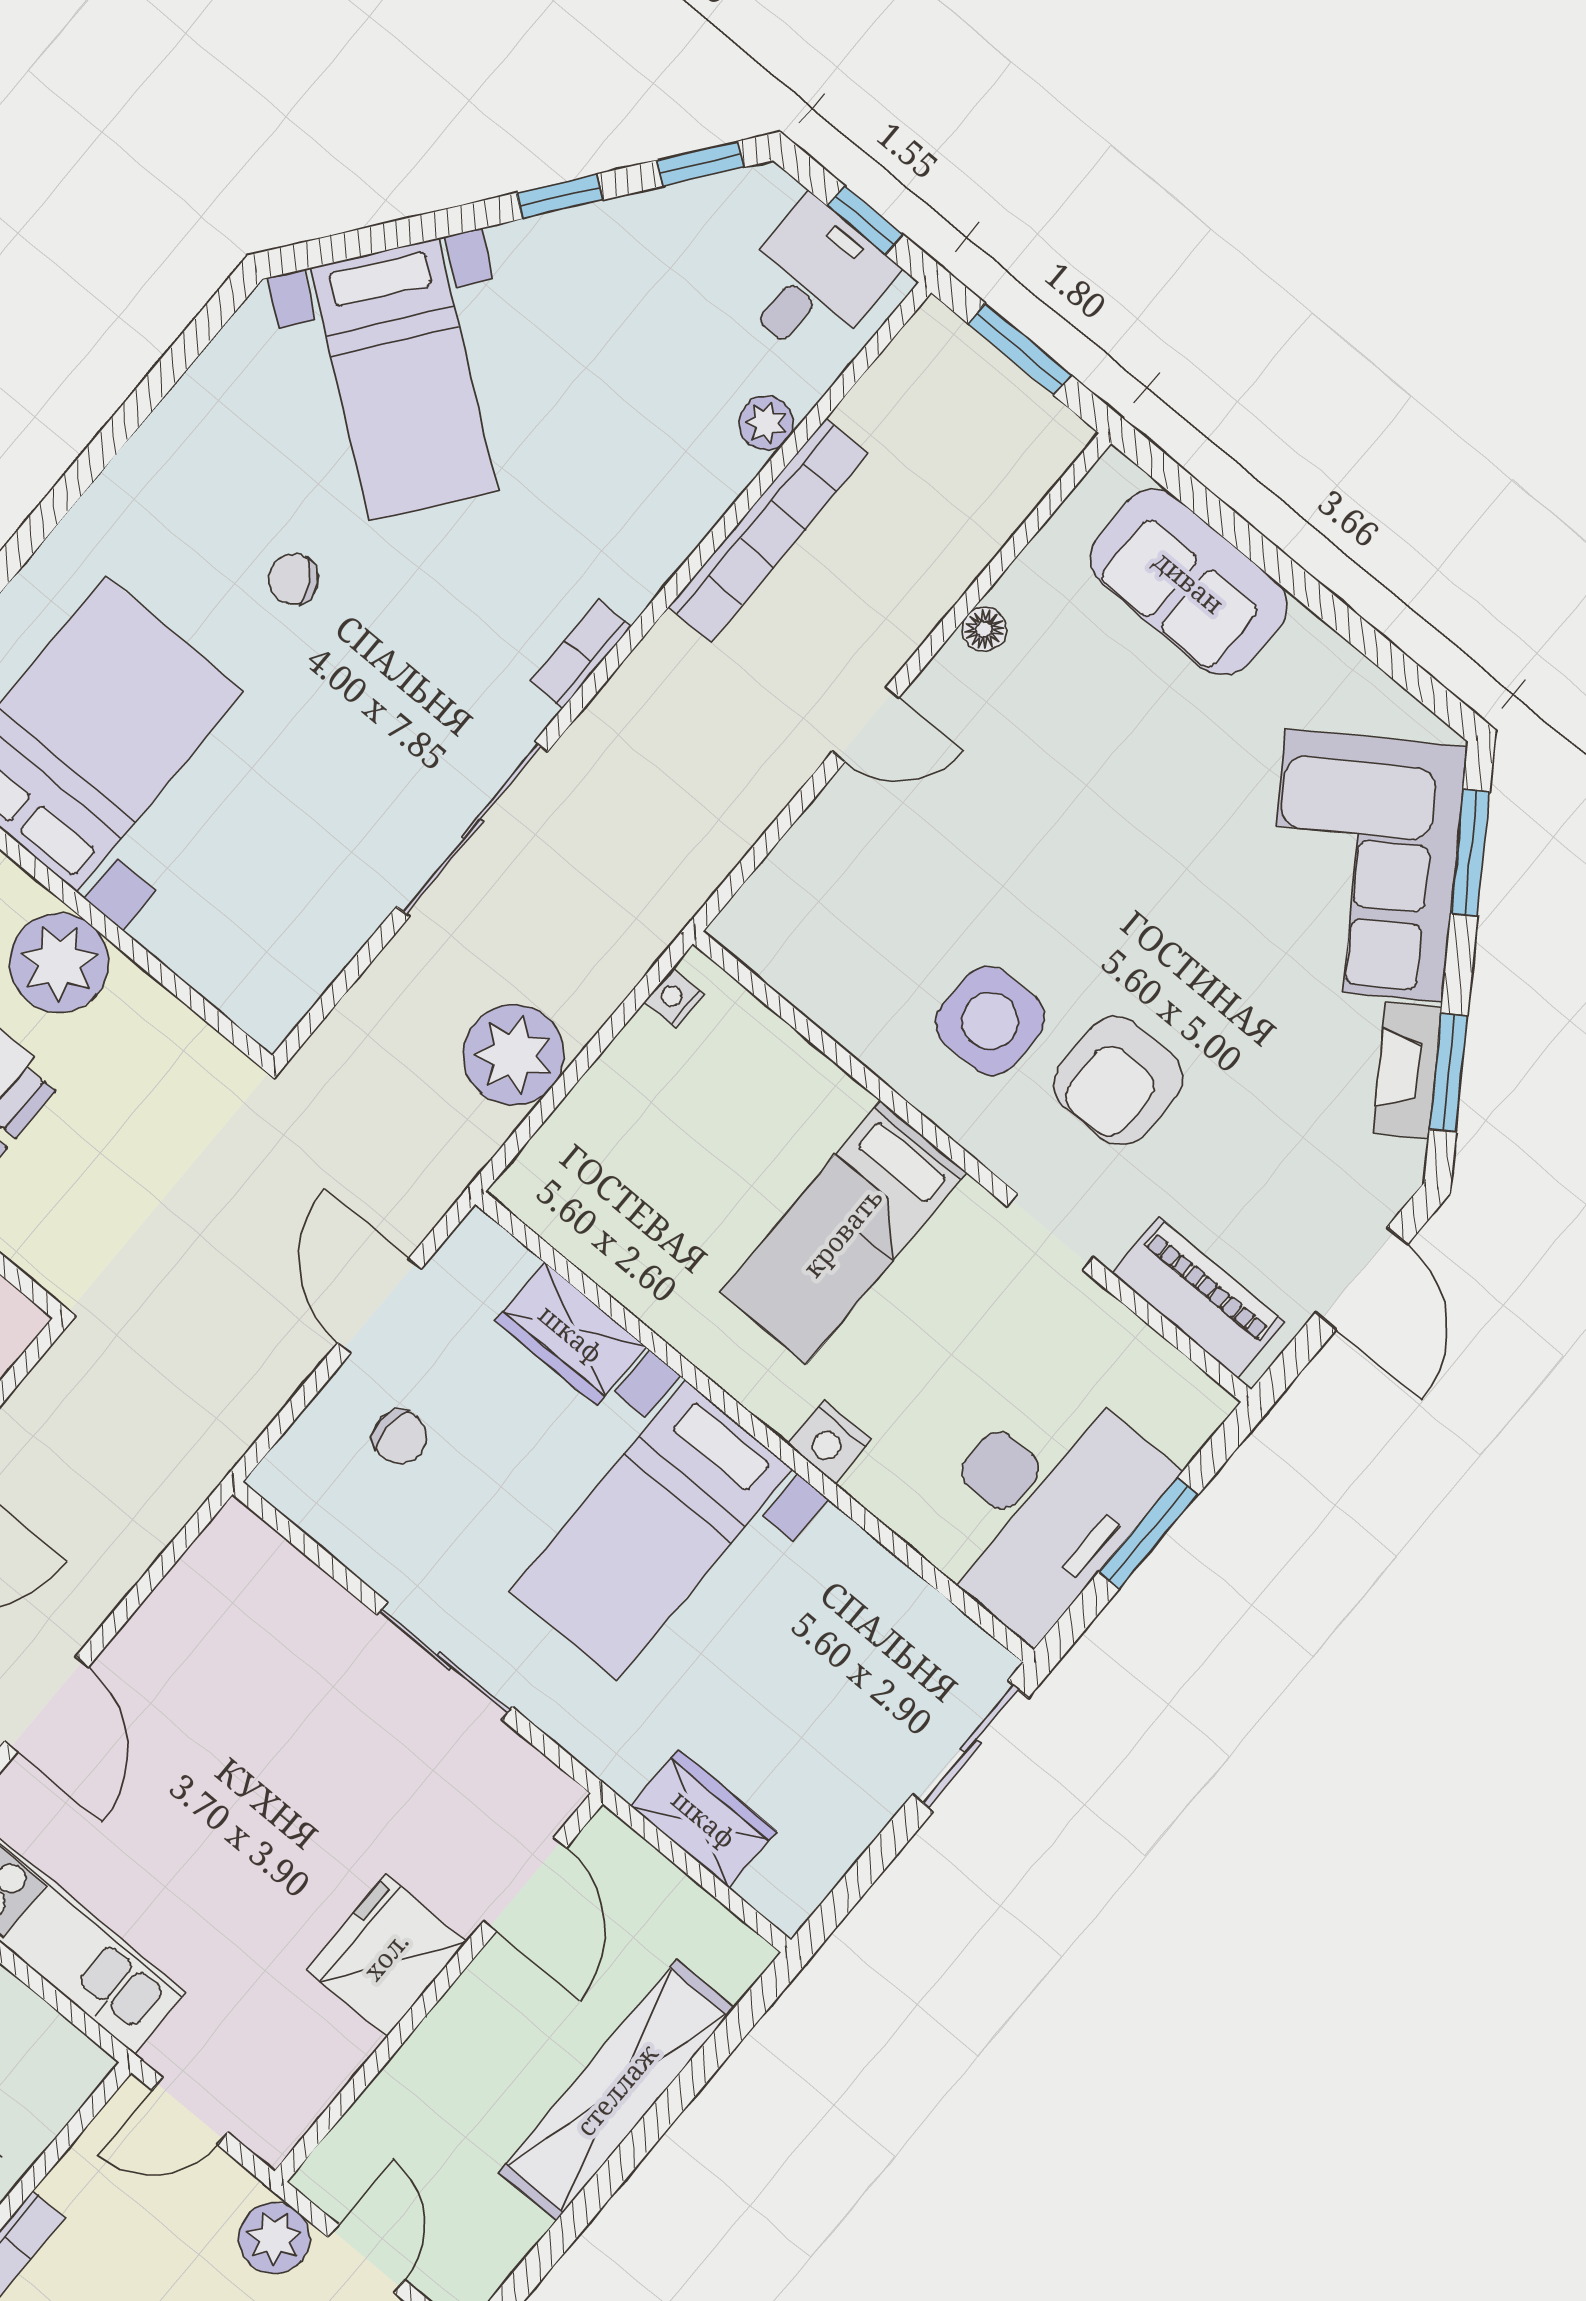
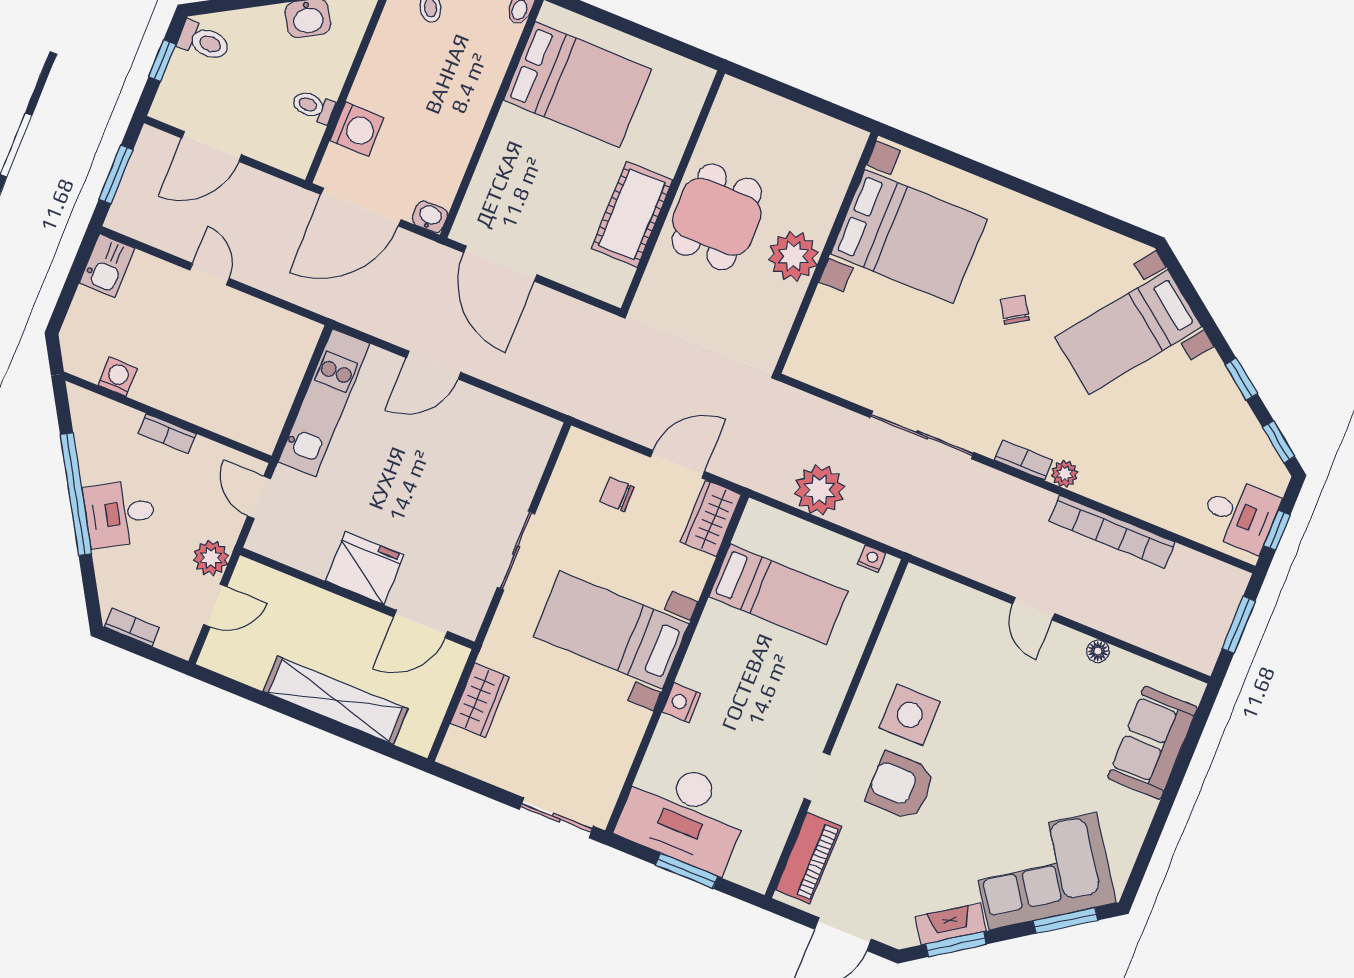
plant: (766, 423) -> (1065, 474), moved
bed: (843, 1232) -> (778, 594), moved, turned 180
wardrobe: (571, 1334) -> (711, 518), moved
chair: (400, 1437) -> (617, 494), turned 90

